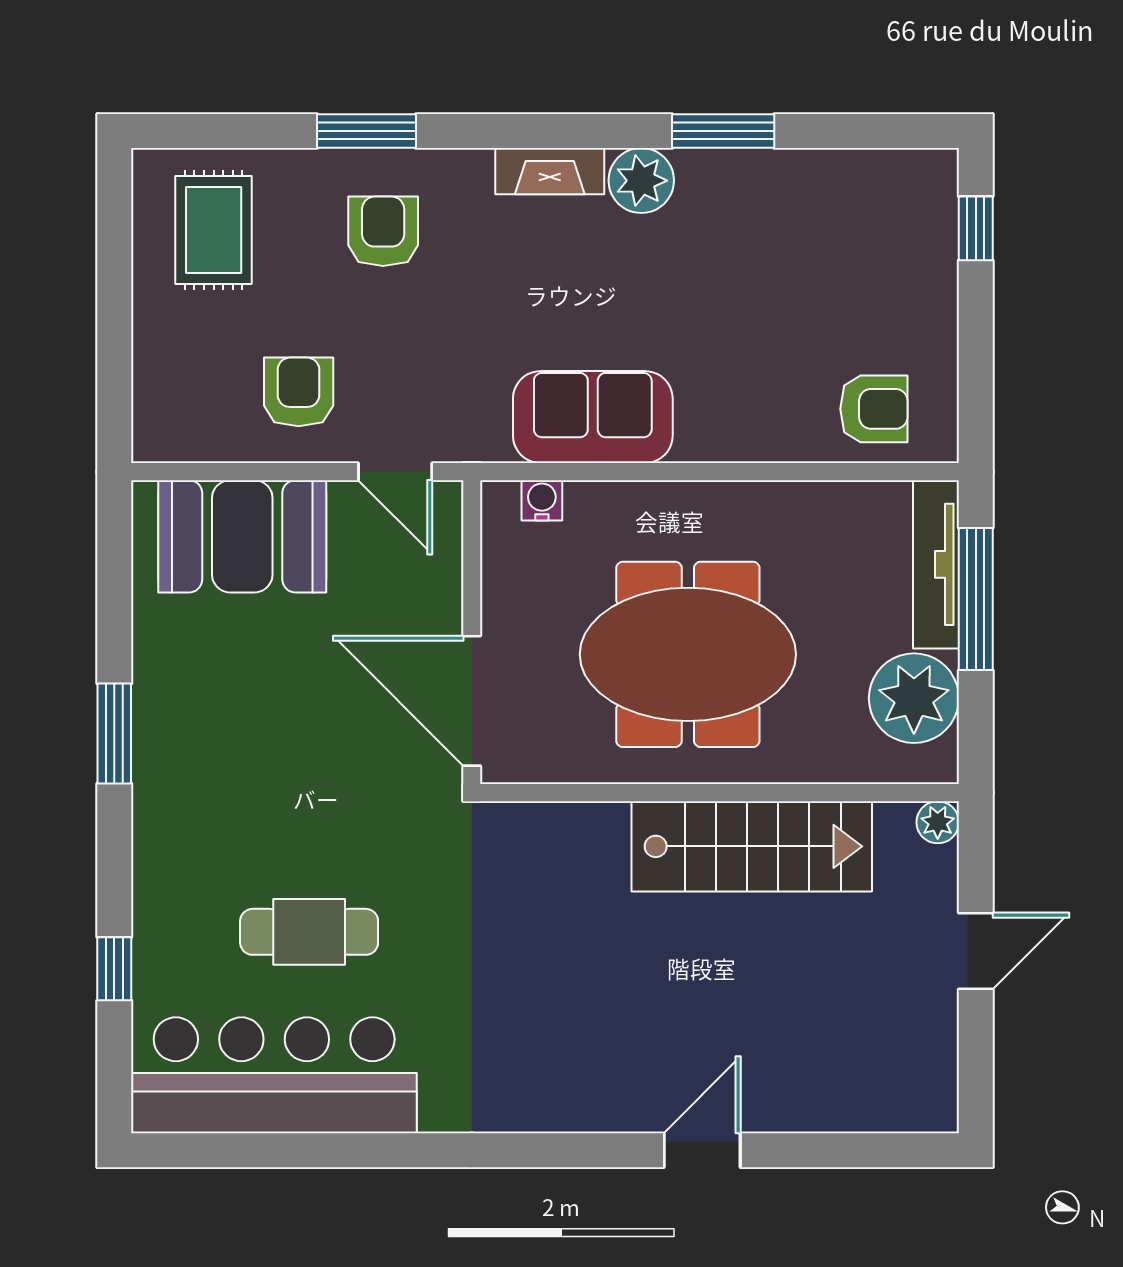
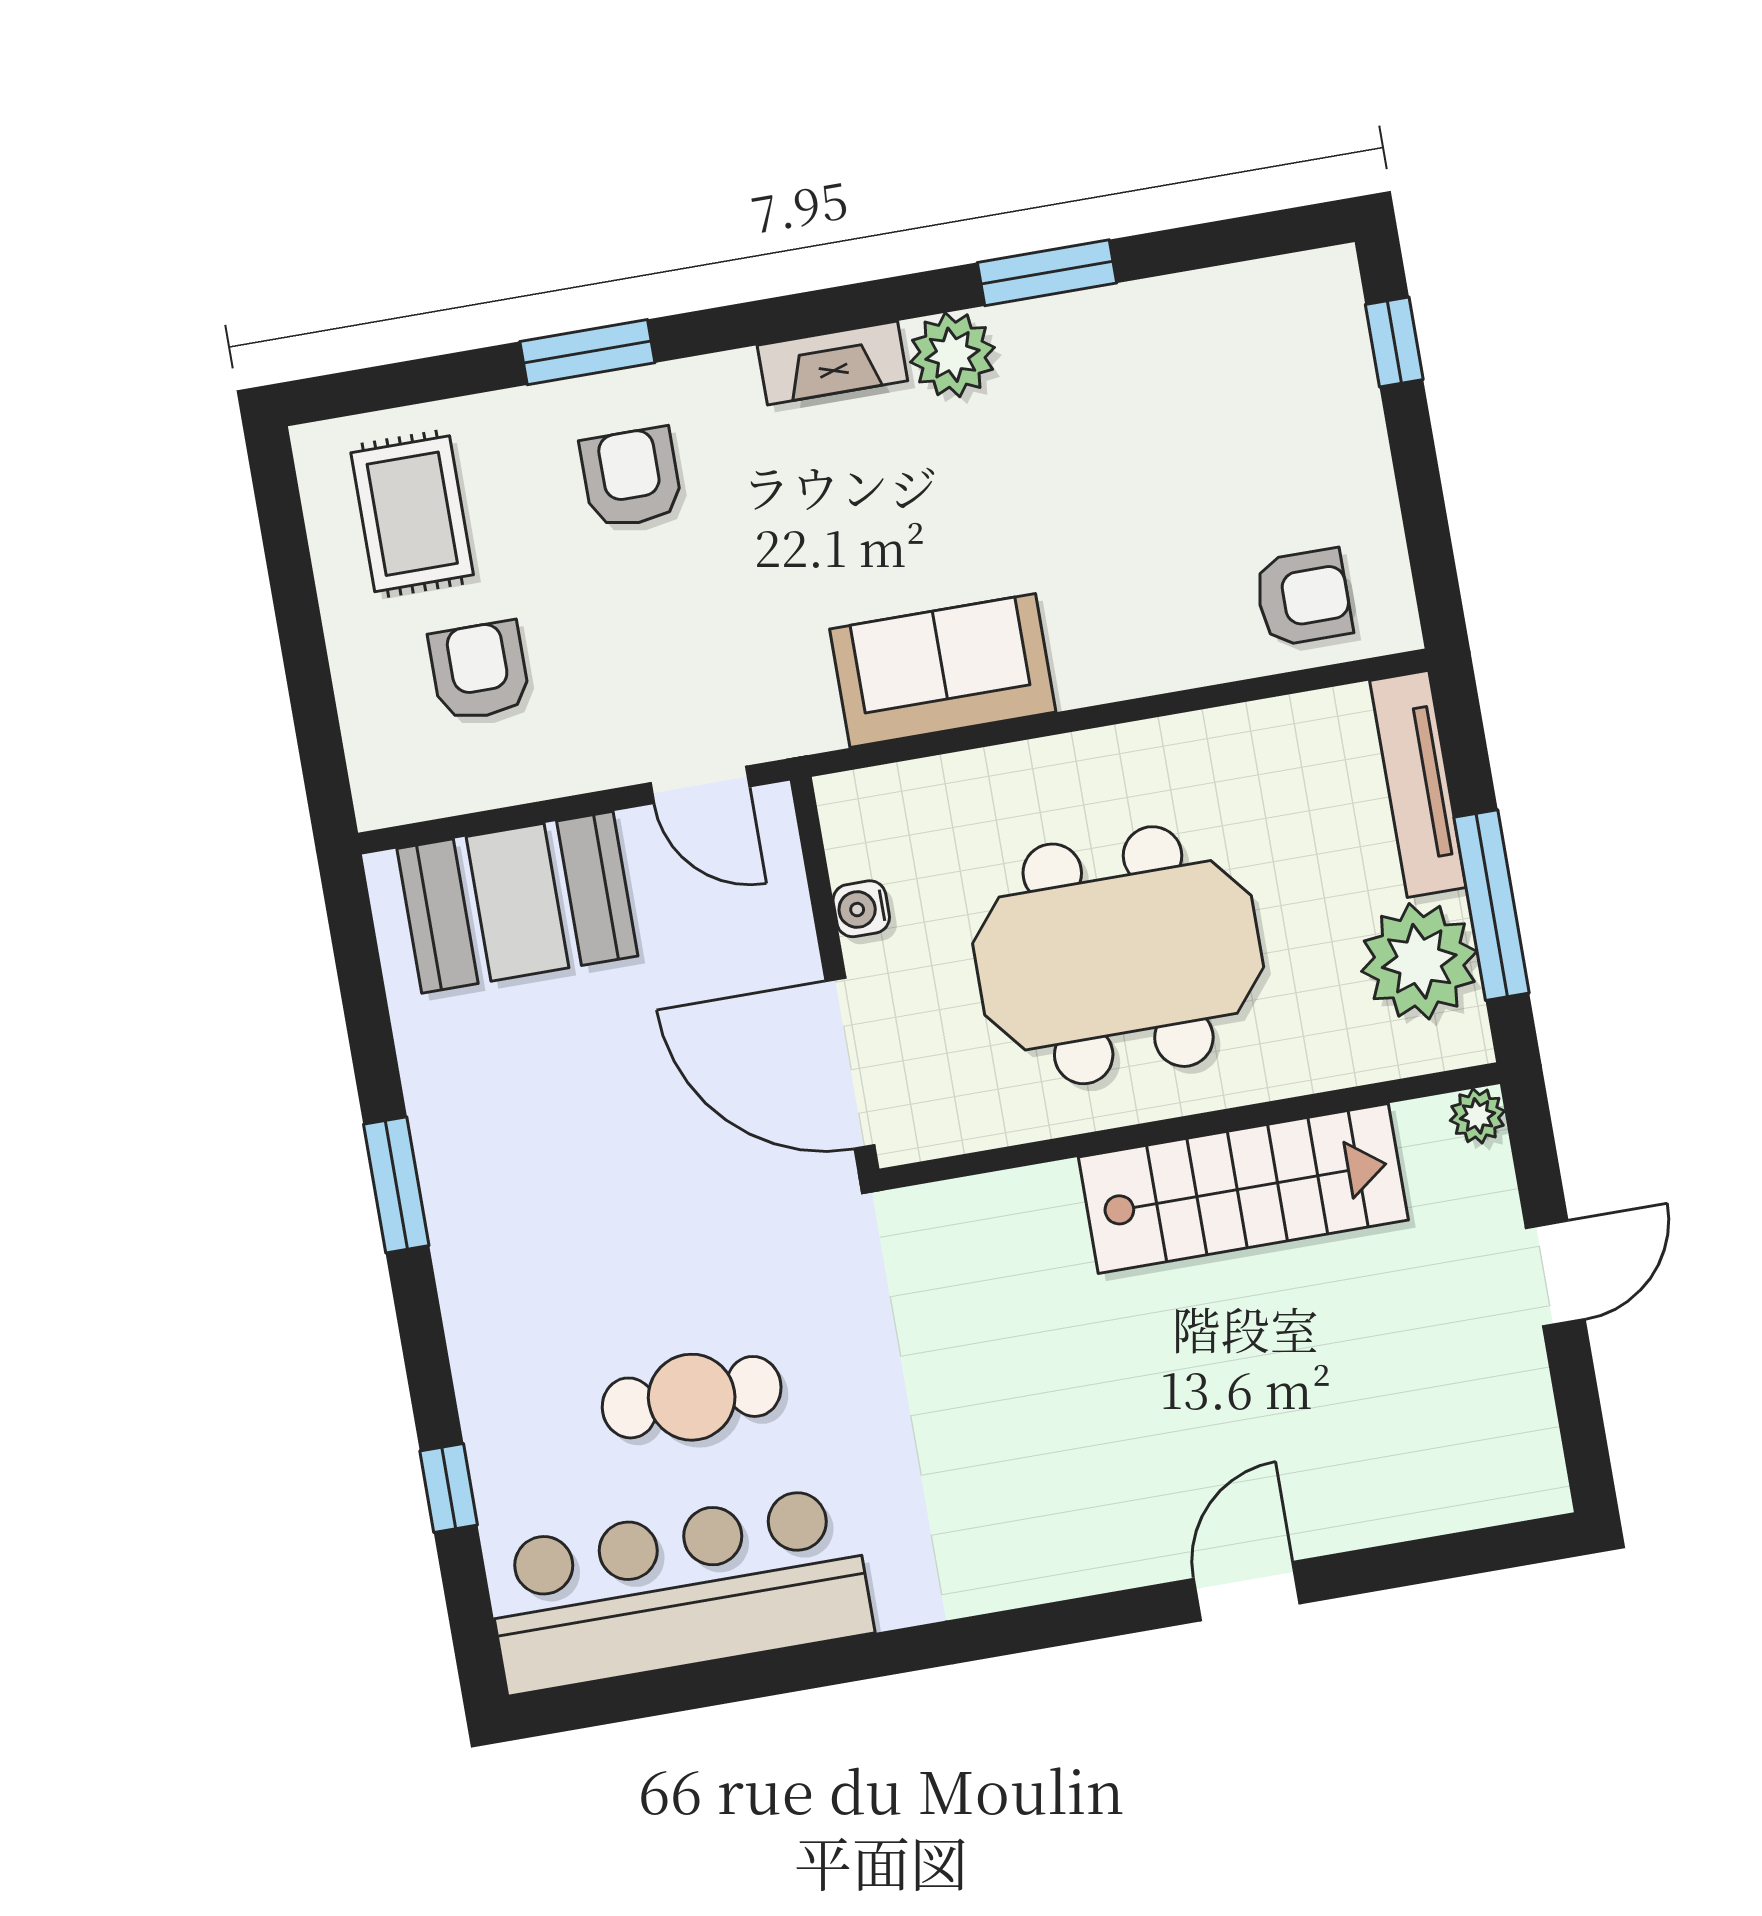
armchair: (299, 392) -> (479, 671), moved
water cooler: (542, 500) -> (861, 909), moved, turned -90
window: (976, 599) -> (1492, 905), moved

